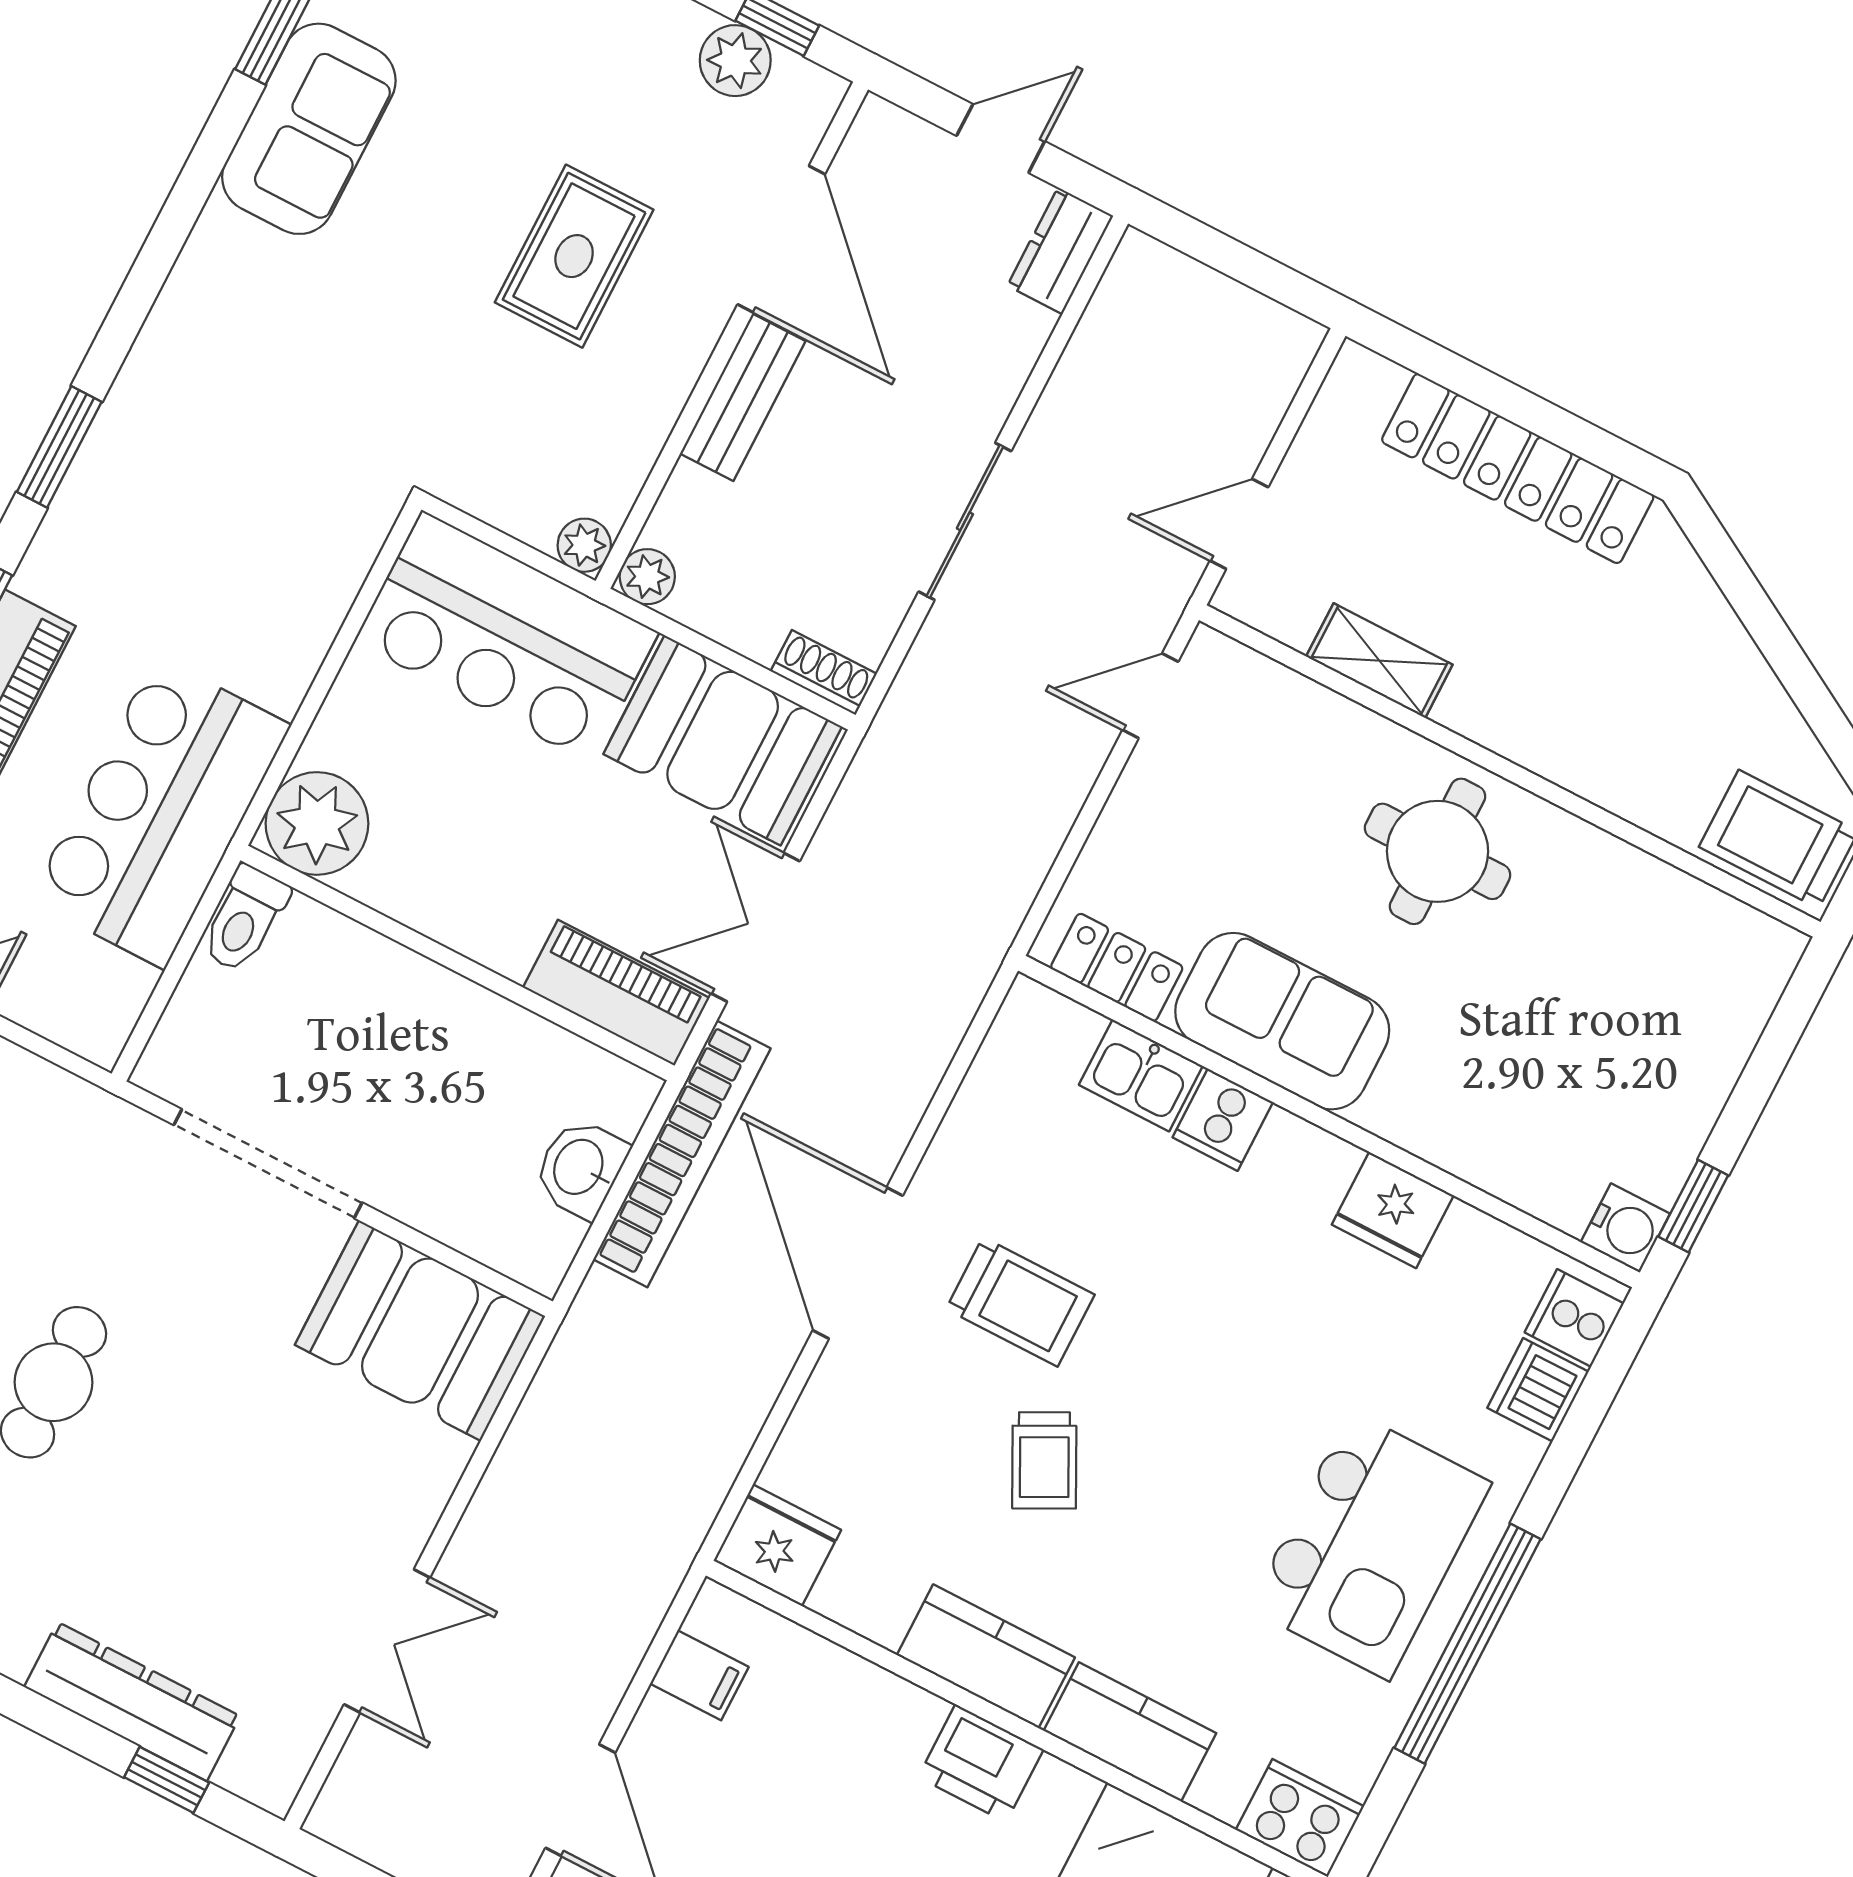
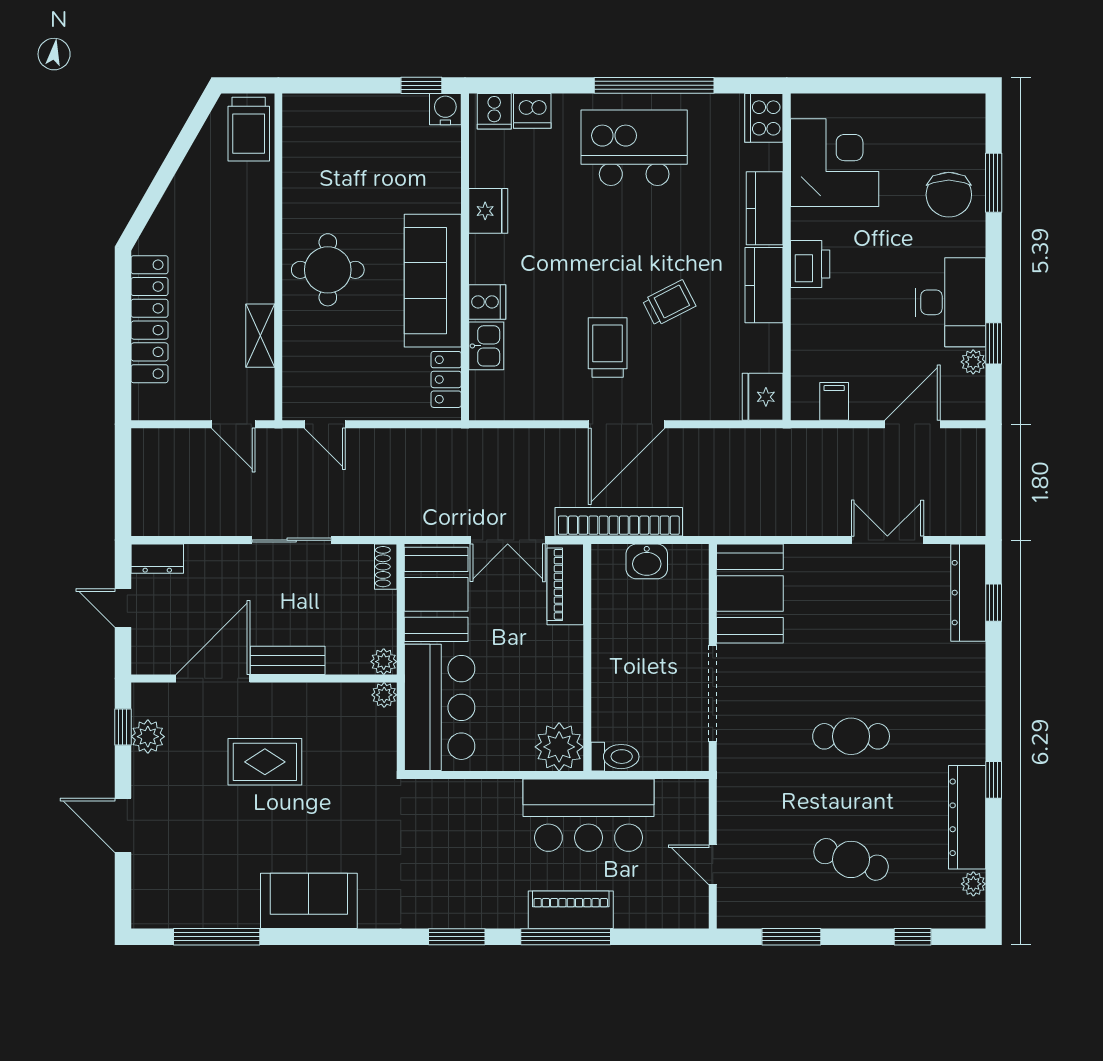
sofa: (309, 129) -> (309, 901), moved
sofa: (1282, 1021) -> (433, 281), width x1.36
dresser: (132, 1702) -> (968, 593), moved

